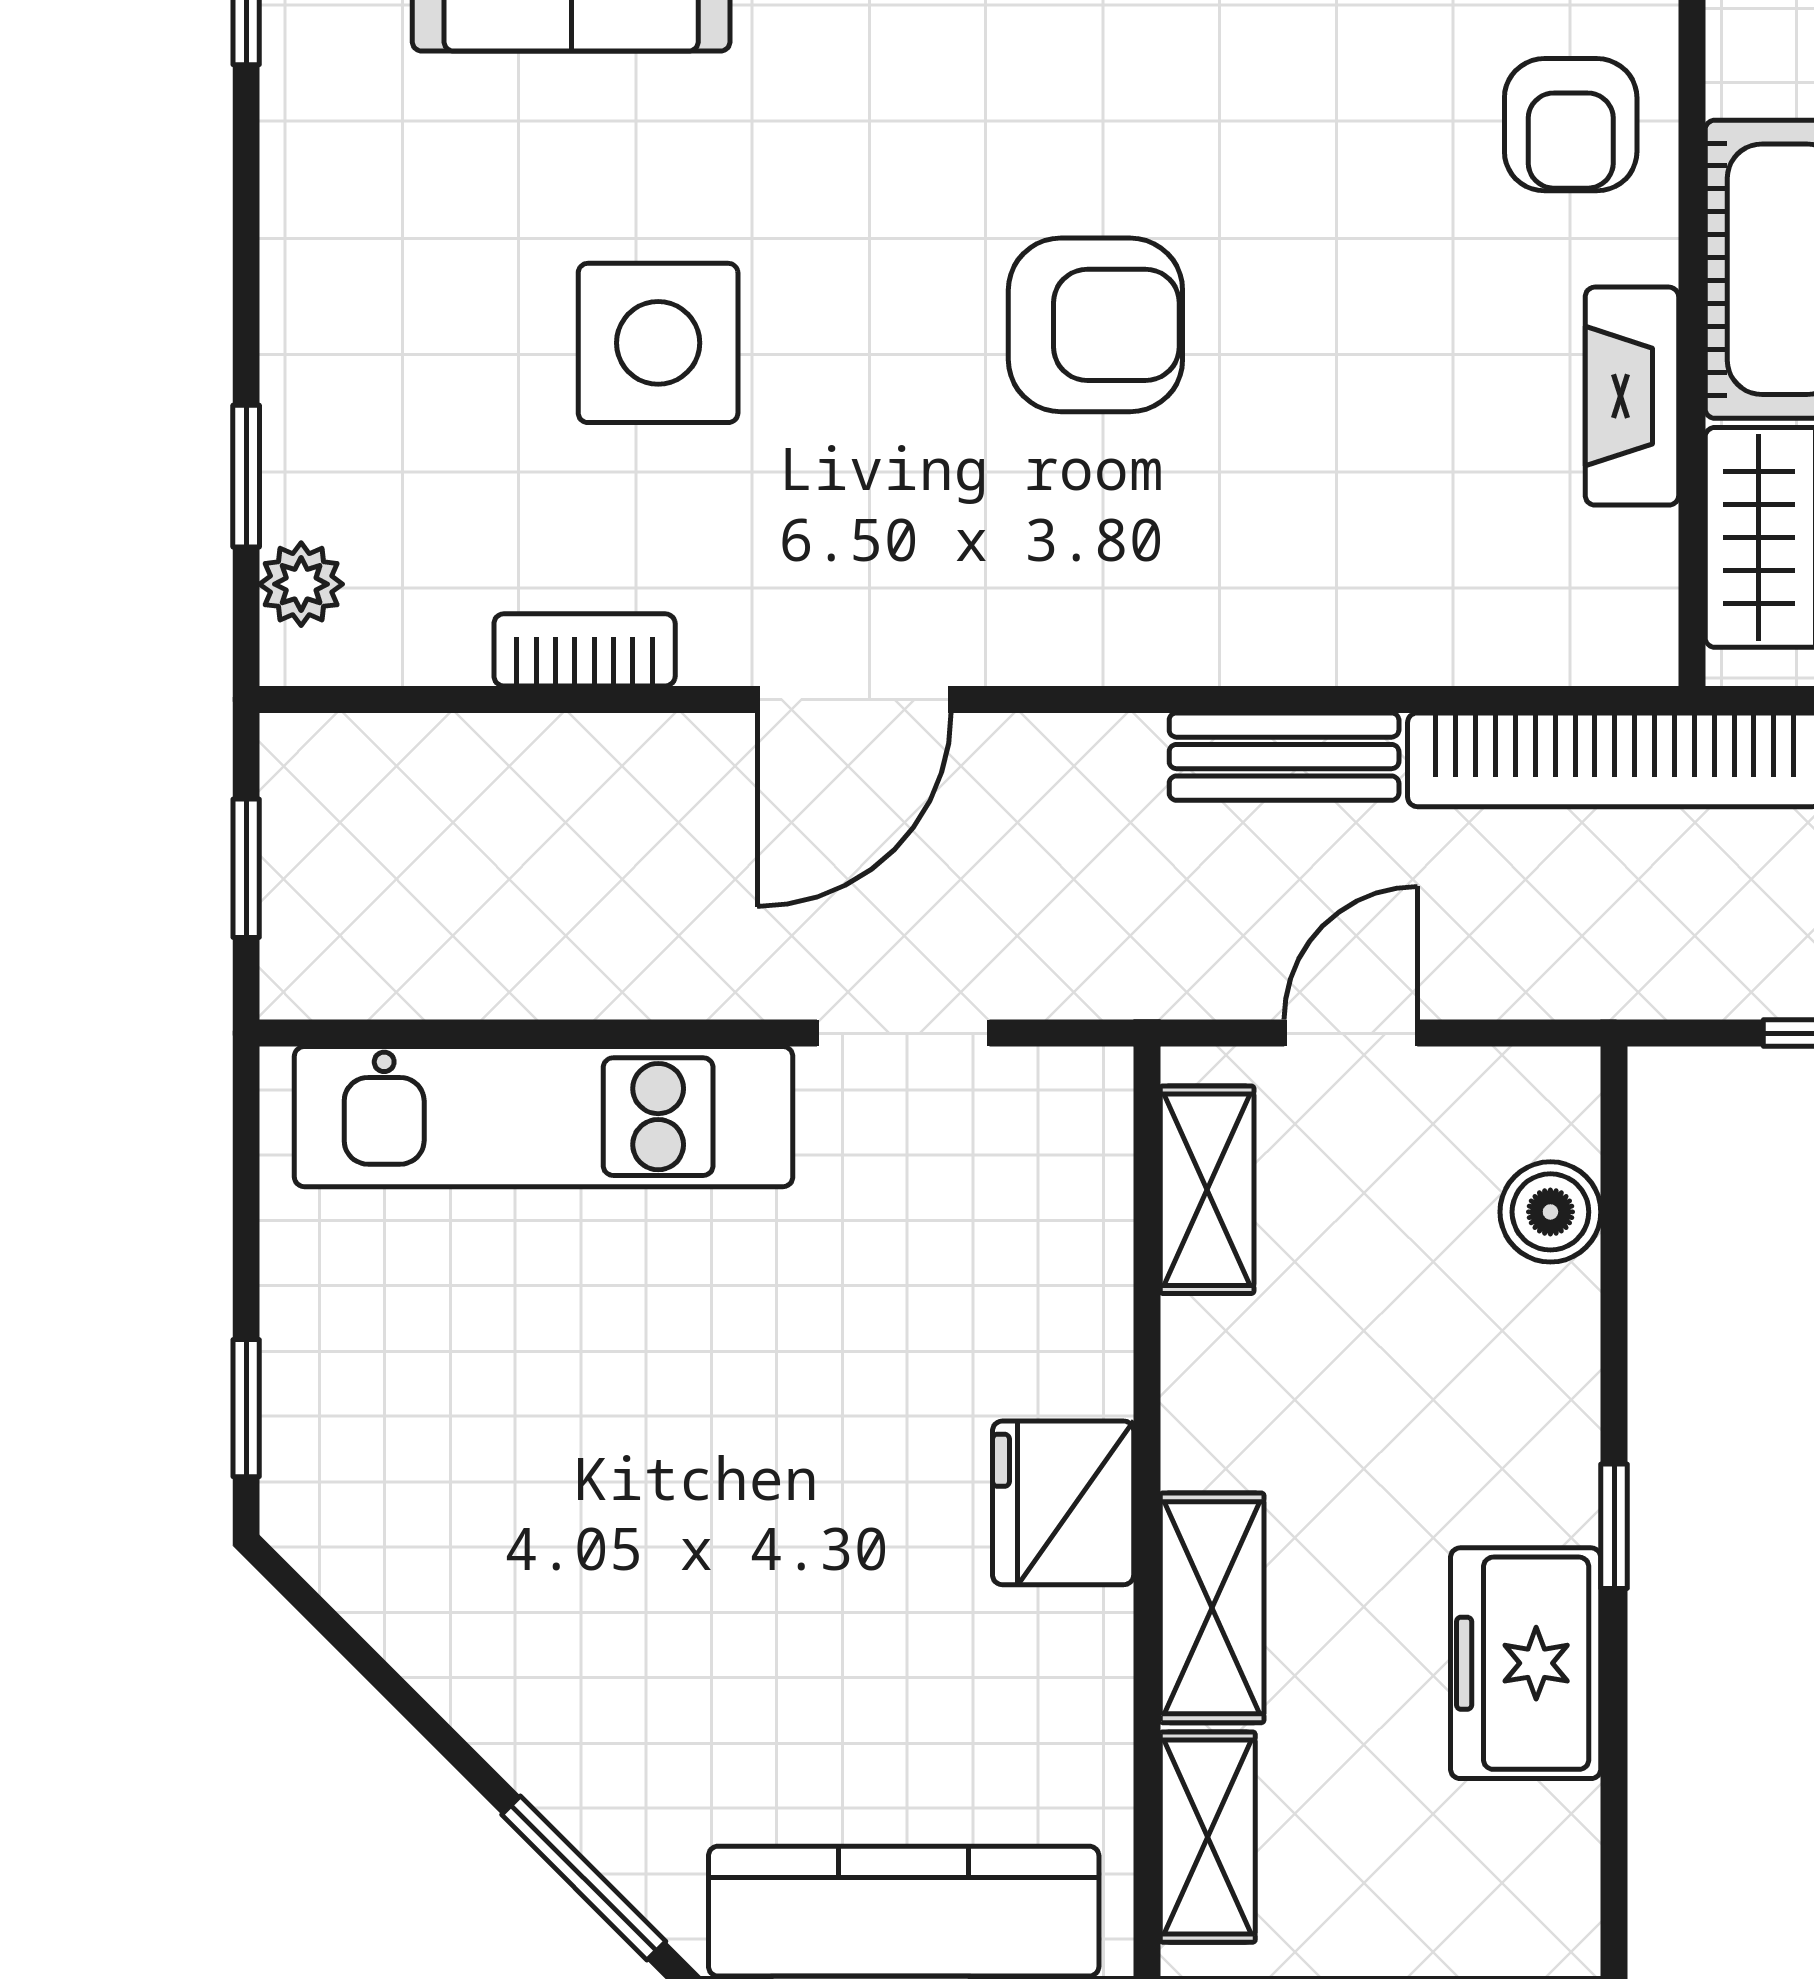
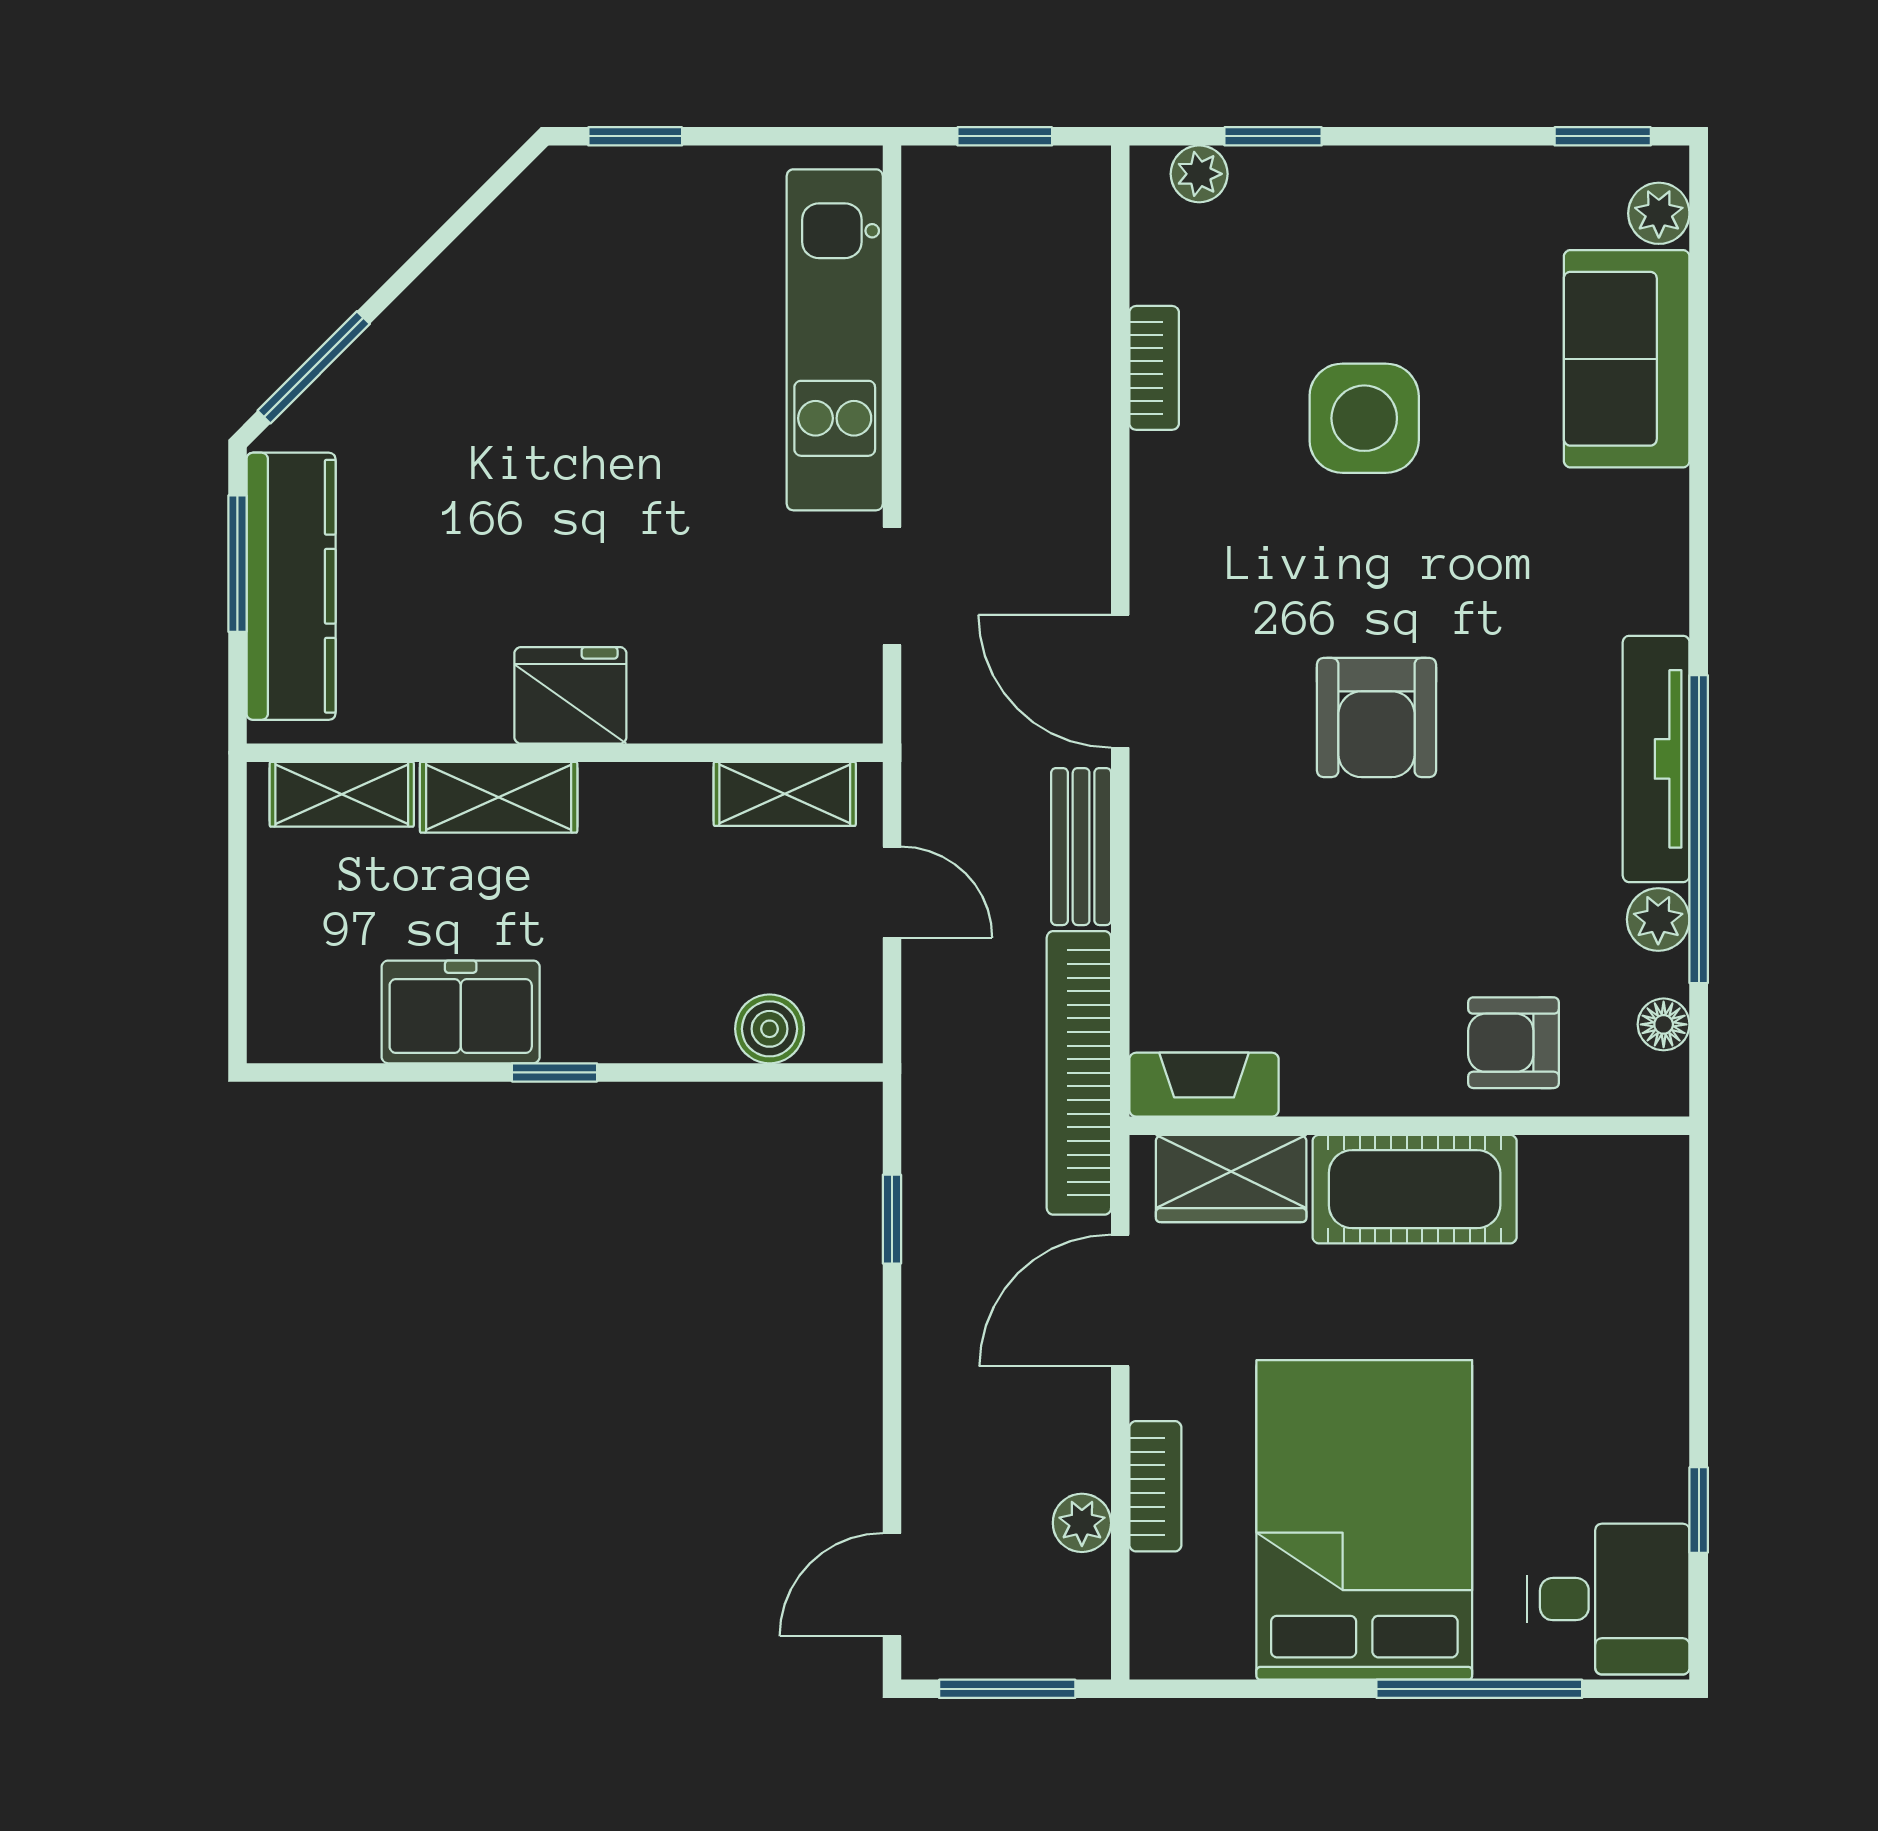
fireplace: (1632, 396) -> (1204, 1085), moved
door: (854, 699) -> (1120, 681), moved

